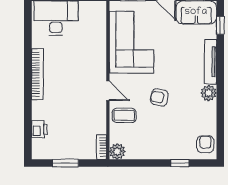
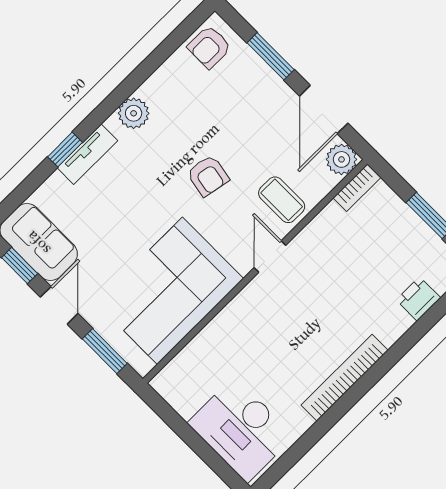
window: (220, 25) -> (65, 150), moved
tv unit: (210, 62) -> (87, 154), width x0.71
door: (142, 163) -> (324, 110), added
window: (180, 163) -> (271, 56), width x1.50

